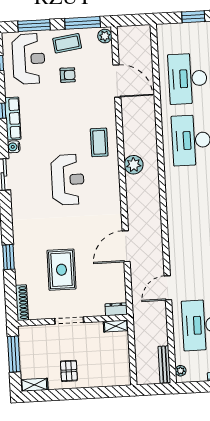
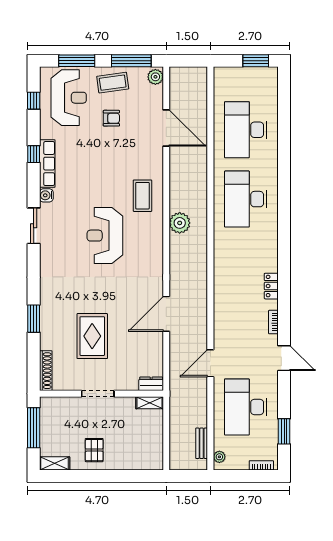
reception desk: (68, 180) -> (105, 236), turned 180
bench: (164, 364) -> (202, 443), width x0.73

